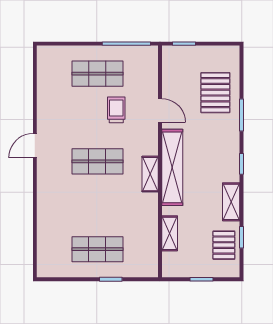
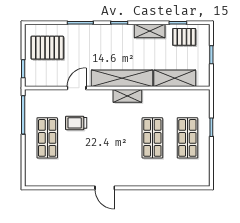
pallet: (215, 93) -> (47, 48), moved
shop shelf: (97, 161) -> (152, 138), moved
shelving: (170, 233) -> (175, 78), width x1.50, depth x1.33

